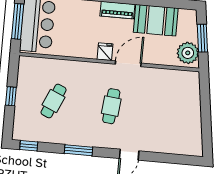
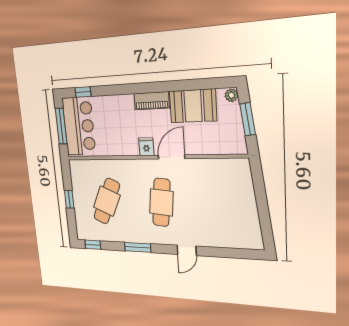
plant: (188, 53) -> (231, 95), moved, width x0.53, depth x0.53
cafe table: (54, 101) -> (107, 201), width x1.37, depth x1.35
cafe table: (111, 106) -> (161, 202), width x1.37, depth x1.35

